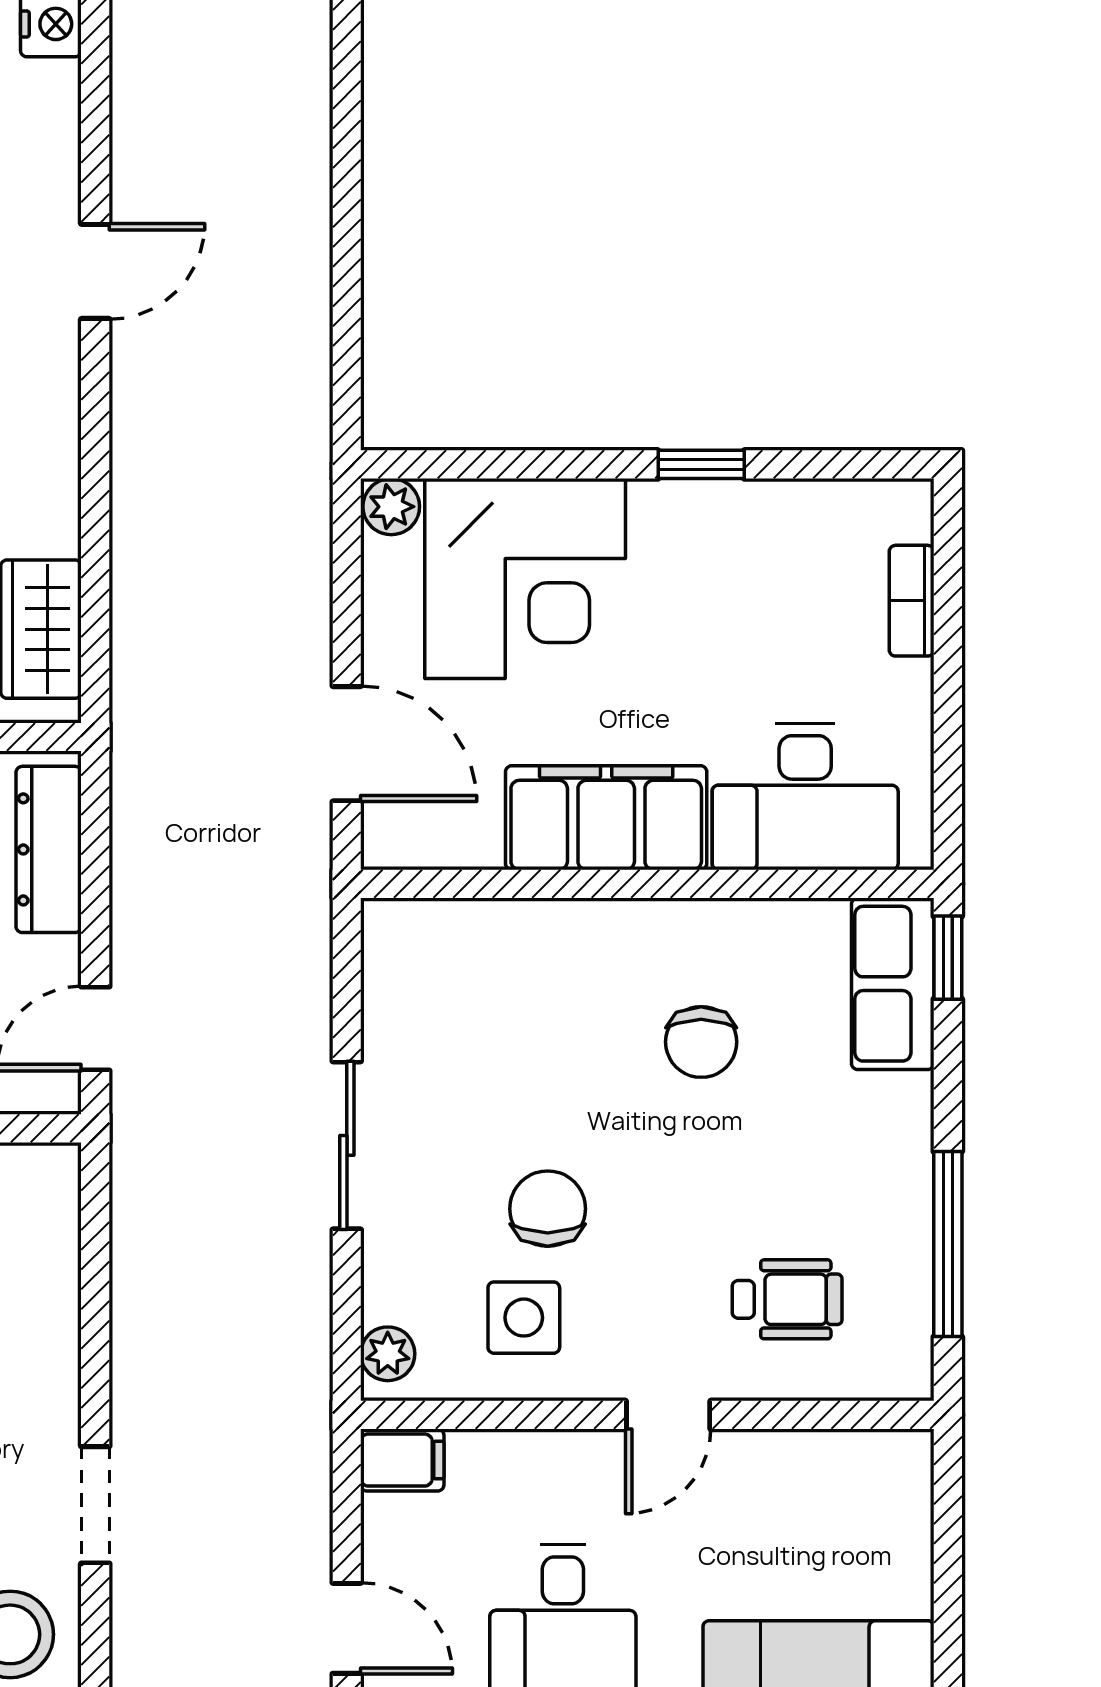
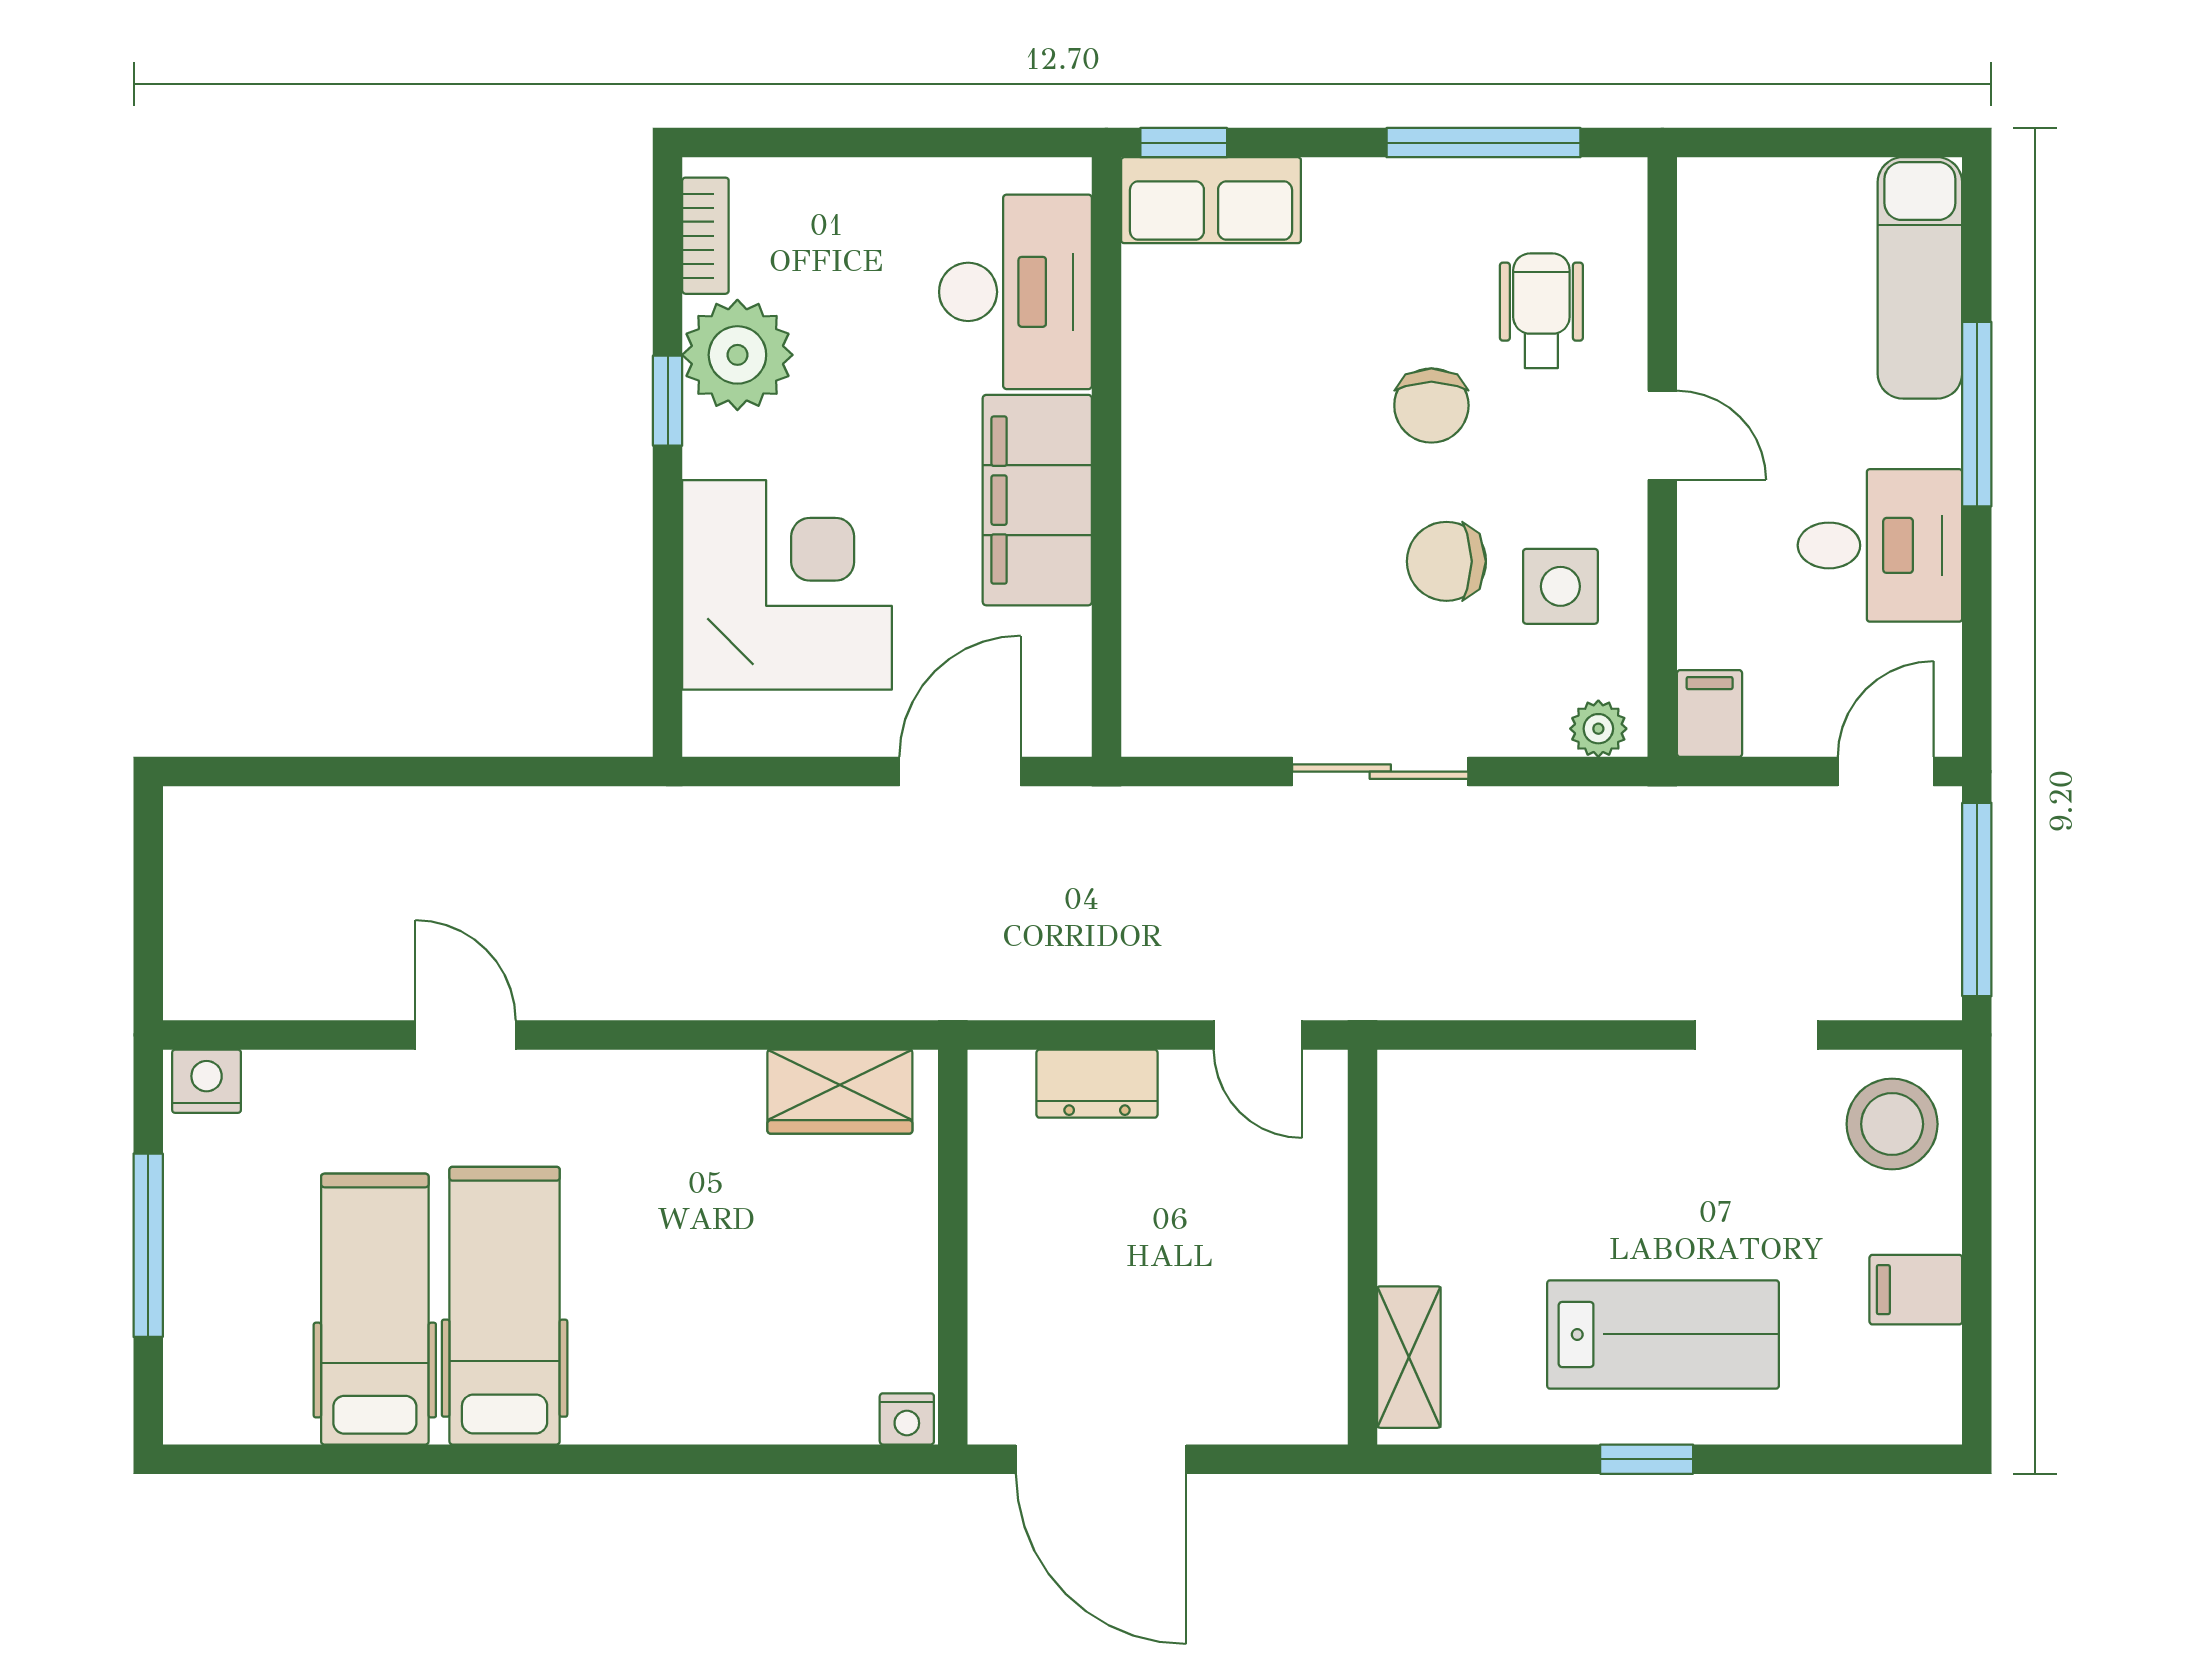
plant: (391, 507) -> (737, 355), moved, width x1.88, depth x1.88
bookcase: (912, 601) -> (705, 236), moved, turned -90
dresser: (49, 849) -> (1097, 1084), width x0.70
chair: (701, 1042) -> (1431, 405), moved, turned 90

